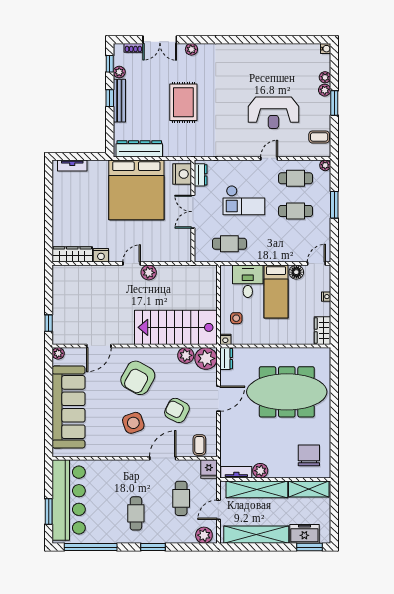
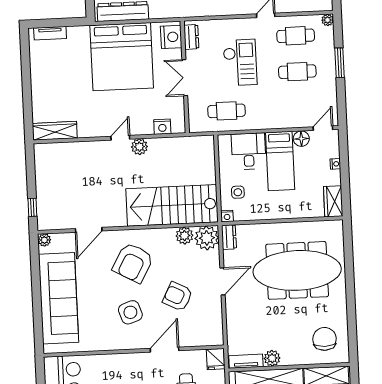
checkout: (244, 200) -> (240, 62), turned -90
nightstand: (101, 255) -> (162, 127), moved
coffee table: (199, 445) -> (204, 333), removed

